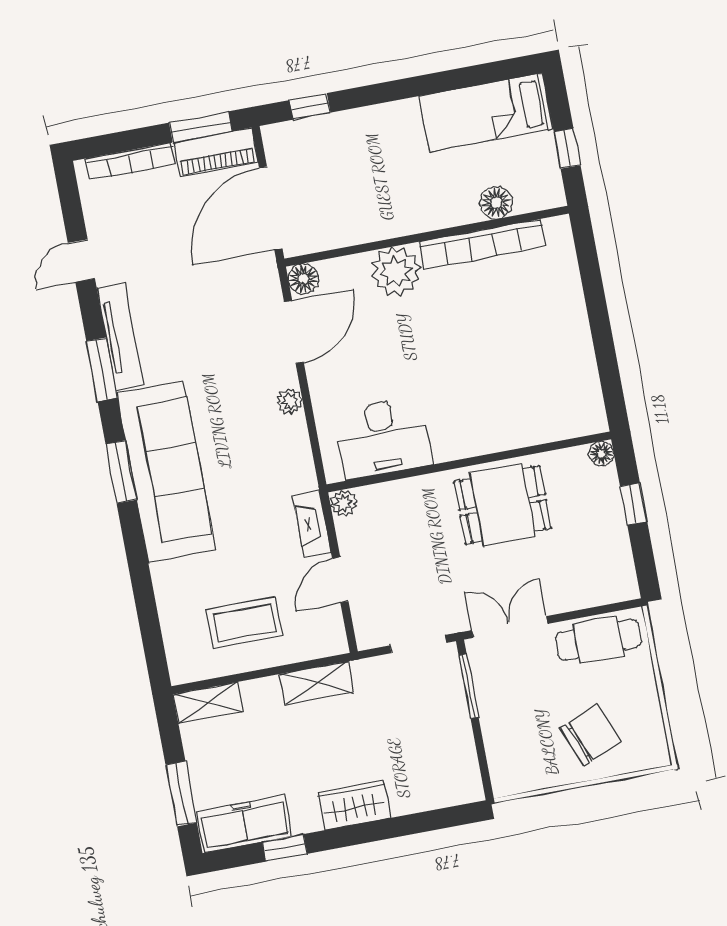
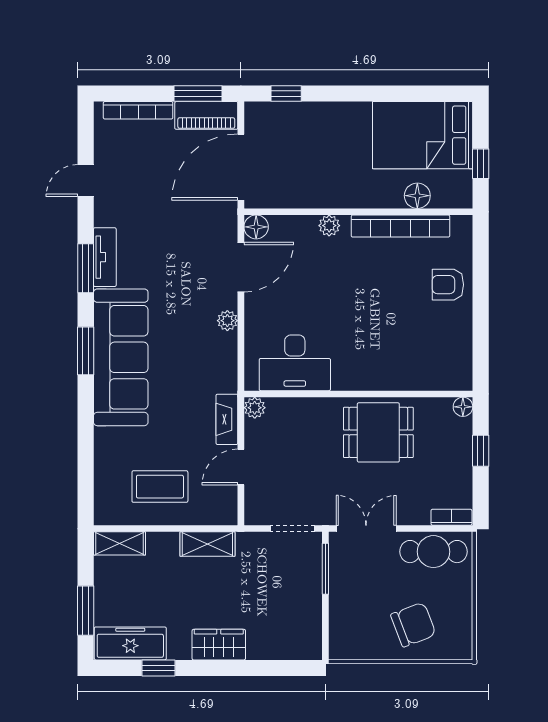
bed: (486, 112) -> (423, 135), width x1.50
plant: (396, 272) -> (329, 226), width x0.53, depth x0.53
armchair: (554, 306) -> (448, 285), added
tv unit: (120, 336) -> (105, 257), width x0.71
bookcase: (613, 593) -> (451, 517), added

